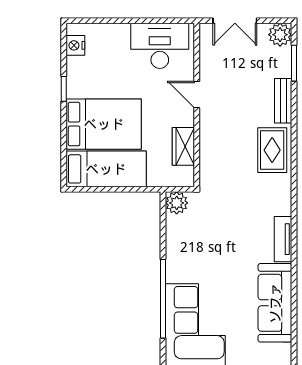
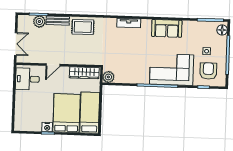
plant: (280, 35) -> (39, 22), moved
nightstand: (75, 45) -> (47, 127), moved
desk: (160, 46) -> (27, 79), width x0.73
wardrobe: (183, 146) -> (84, 73), width x1.50
sofa: (275, 303) -> (167, 28), width x0.73

